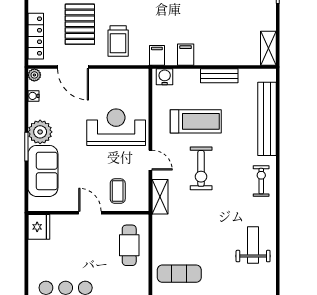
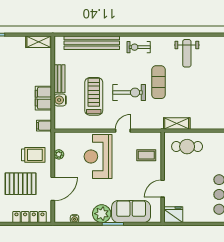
filing cabinet: (186, 55) -> (43, 98), width x2.00
plant: (34, 75) -> (59, 154), moved
water cooler: (165, 77) -> (60, 100), moved
shelving: (160, 197) -> (177, 123), moved
door: (90, 213) -> (163, 189), moved
weight bench: (253, 245) -> (187, 53), turned -90
exercise mat: (179, 274) -> (158, 82), moved

